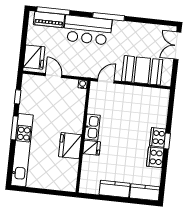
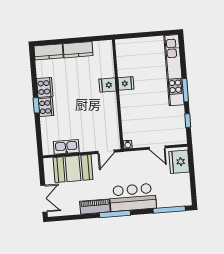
piano: (49, 20) -> (95, 207), moved
kitchen sink: (92, 127) -> (66, 147), moved, turned 90
fridge: (70, 146) -> (126, 83), width x0.53, depth x0.75

